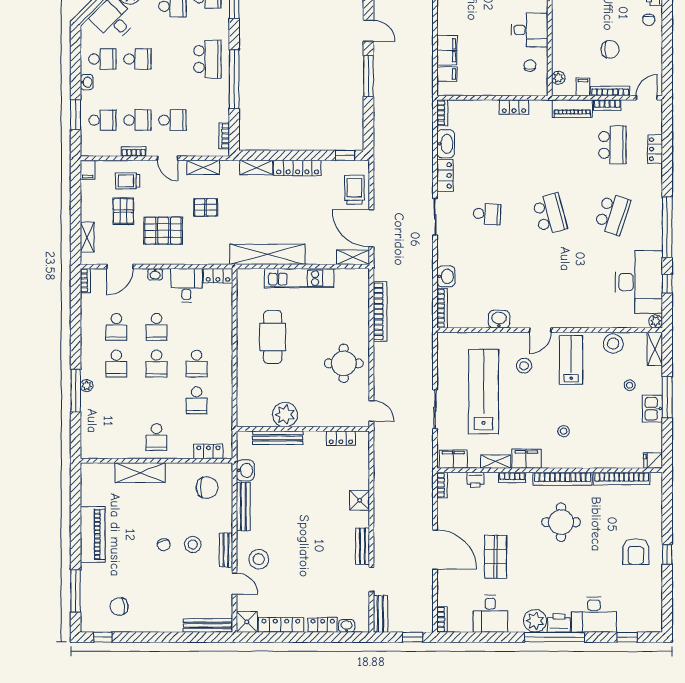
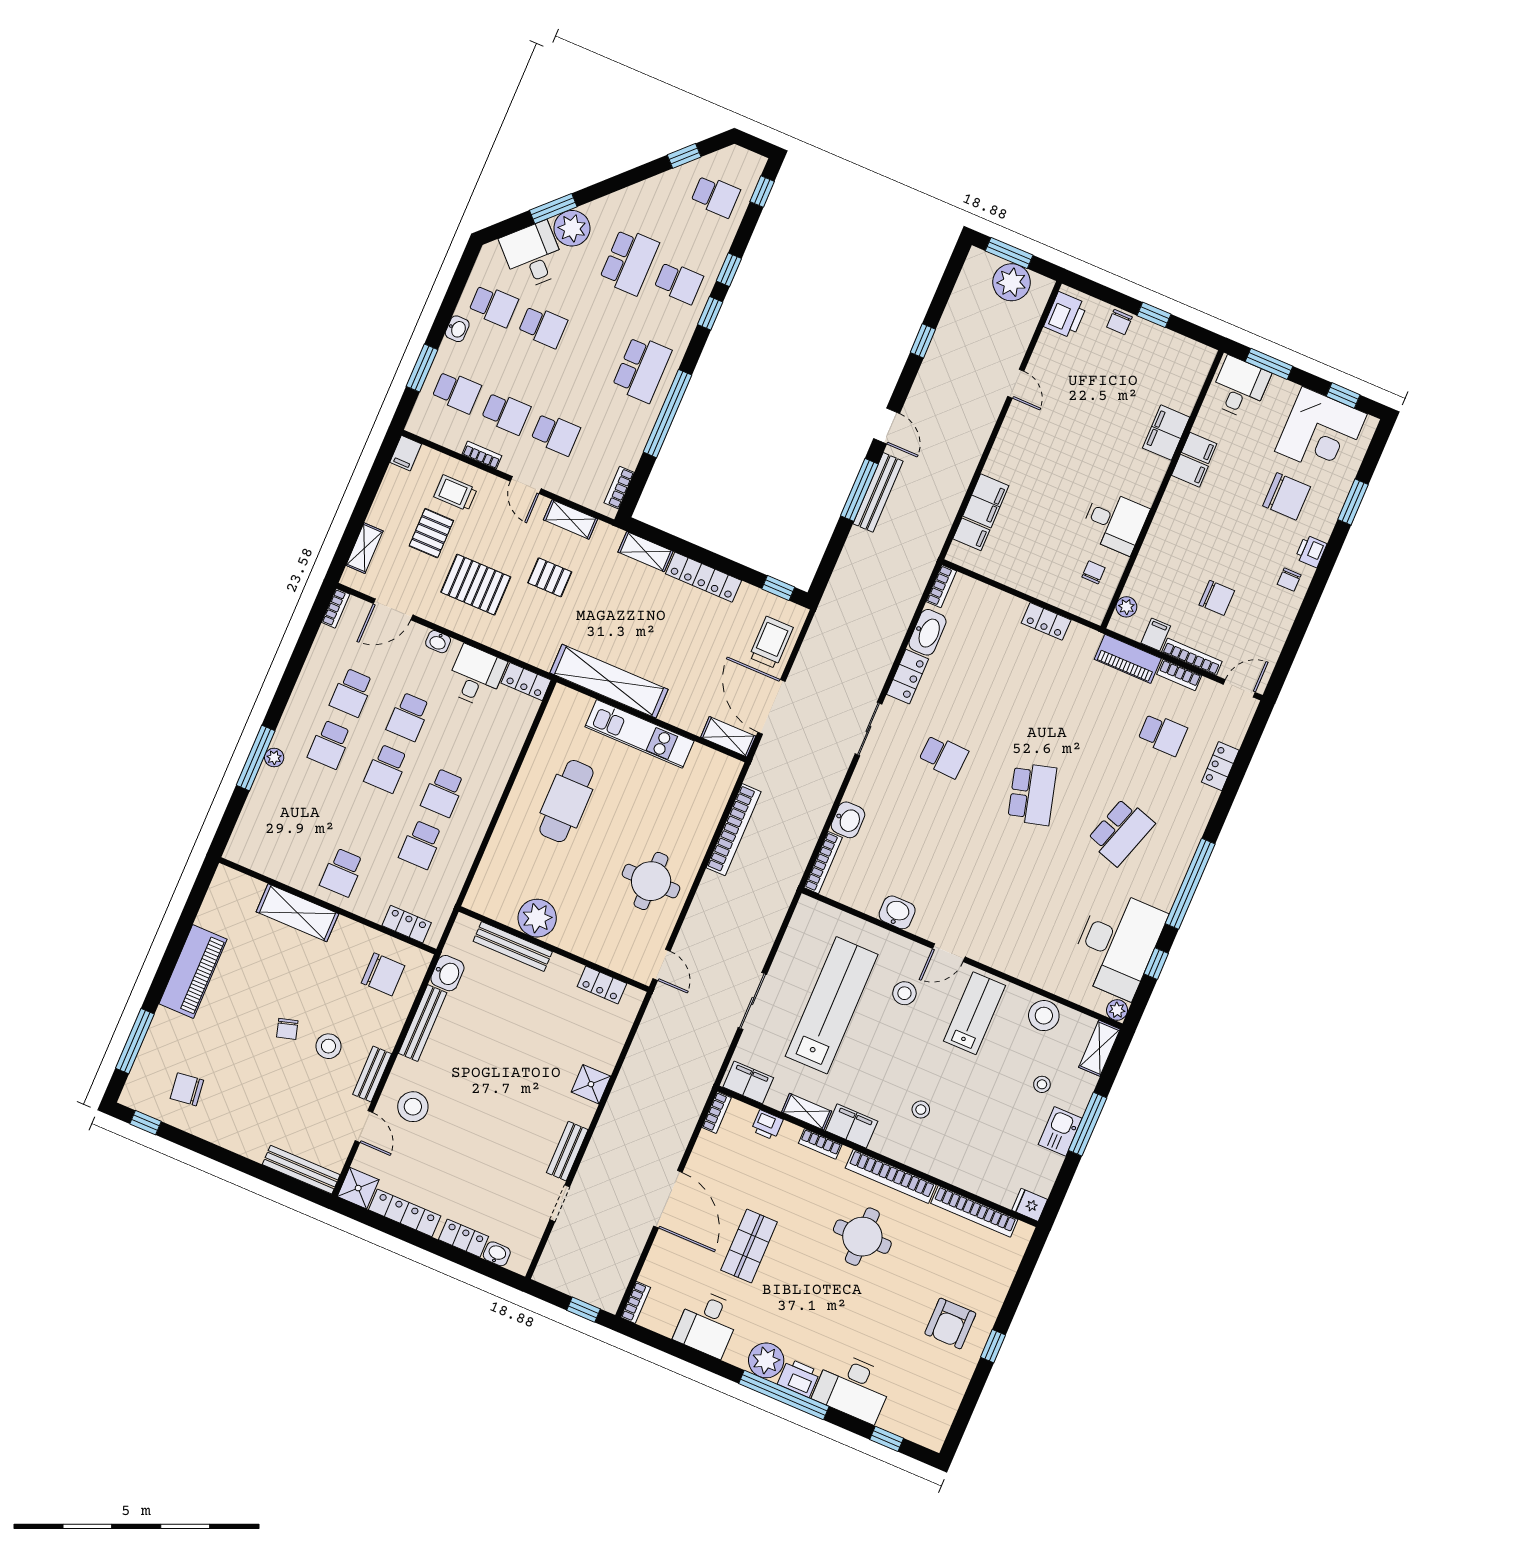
school desk: (612, 145) -> (1162, 734), width x0.54
bench: (380, 614) -> (878, 492), moved, width x1.36

